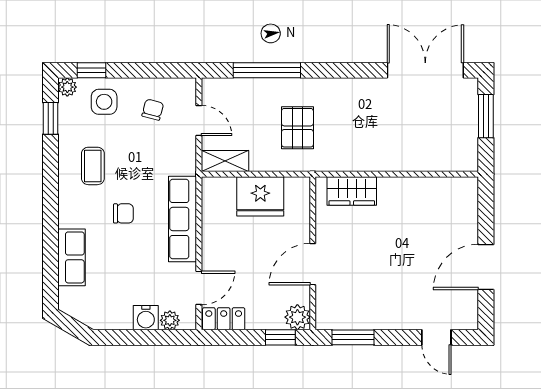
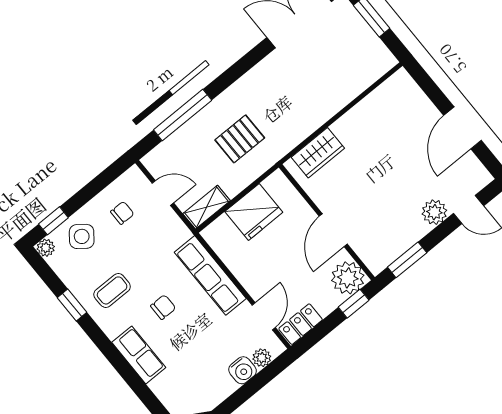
side table: (104, 102) -> (82, 236), turned 38
chair: (153, 110) -> (122, 213), turned 75
window: (51, 118) -> (72, 305), moved
pallet: (297, 128) -> (240, 139), turned 90
coffee table: (93, 166) -> (112, 290), turned 90
row of seats: (72, 257) -> (139, 355), moved
plant: (297, 317) -> (348, 278), width x1.36, depth x1.36
plant: (407, 317) -> (434, 212), added

